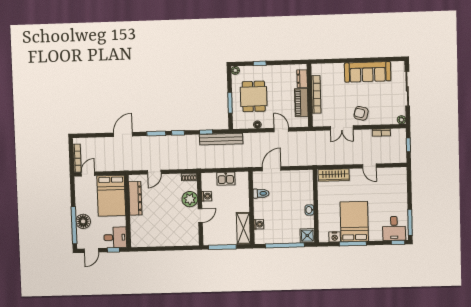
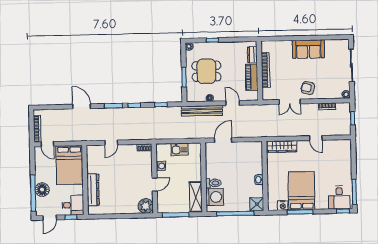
sofa: (368, 72) -> (308, 49), width x0.73
dining table: (254, 96) -> (206, 71), turned 90
door: (123, 134) -> (82, 106), hinge flipped
bench: (221, 139) -> (202, 111), moved
door: (88, 174) -> (47, 144), swing flipped
toilet: (261, 193) -> (213, 183), moved
dresser: (135, 198) -> (93, 190), moved
plant: (190, 199) -> (146, 206), moved
washing machine: (259, 224) -> (215, 197), width x1.89, depth x1.89

